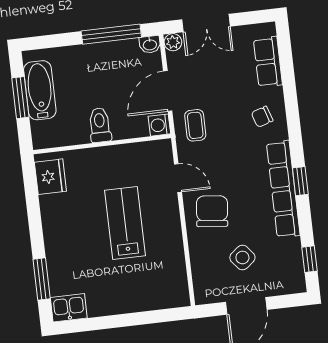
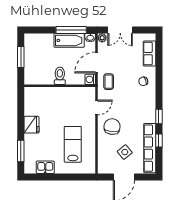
bathtub: (40, 90) -> (69, 40), moved, turned 90
fridge: (50, 177) -> (31, 125), moved
door: (178, 178) -> (97, 108), hinge flipped
row of seats: (283, 189) -> (150, 148), moved
lab bench: (125, 223) -> (73, 144), moved
window: (309, 259) -> (159, 141), moved
kitchen sink: (69, 308) -> (45, 167), moved

